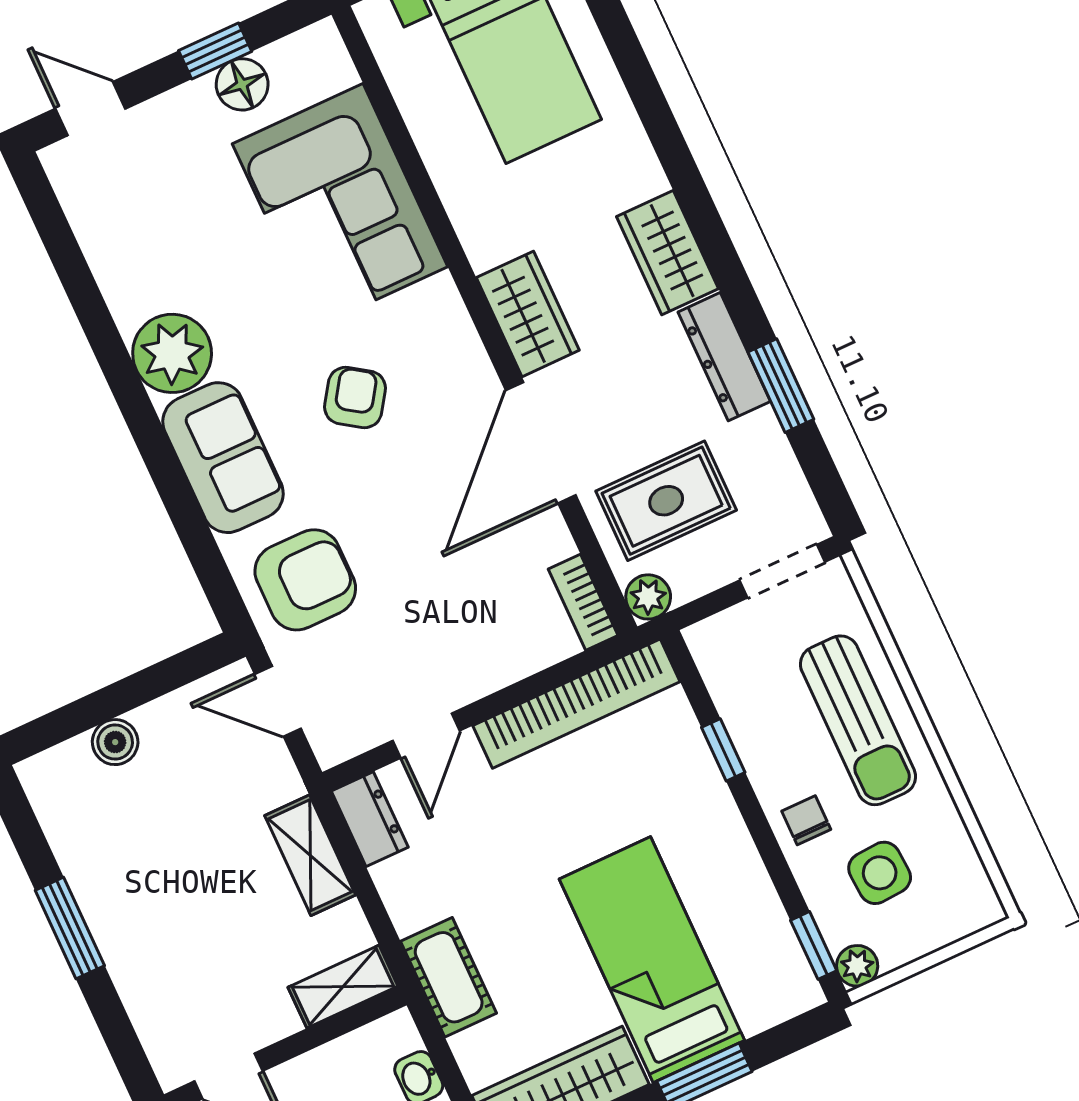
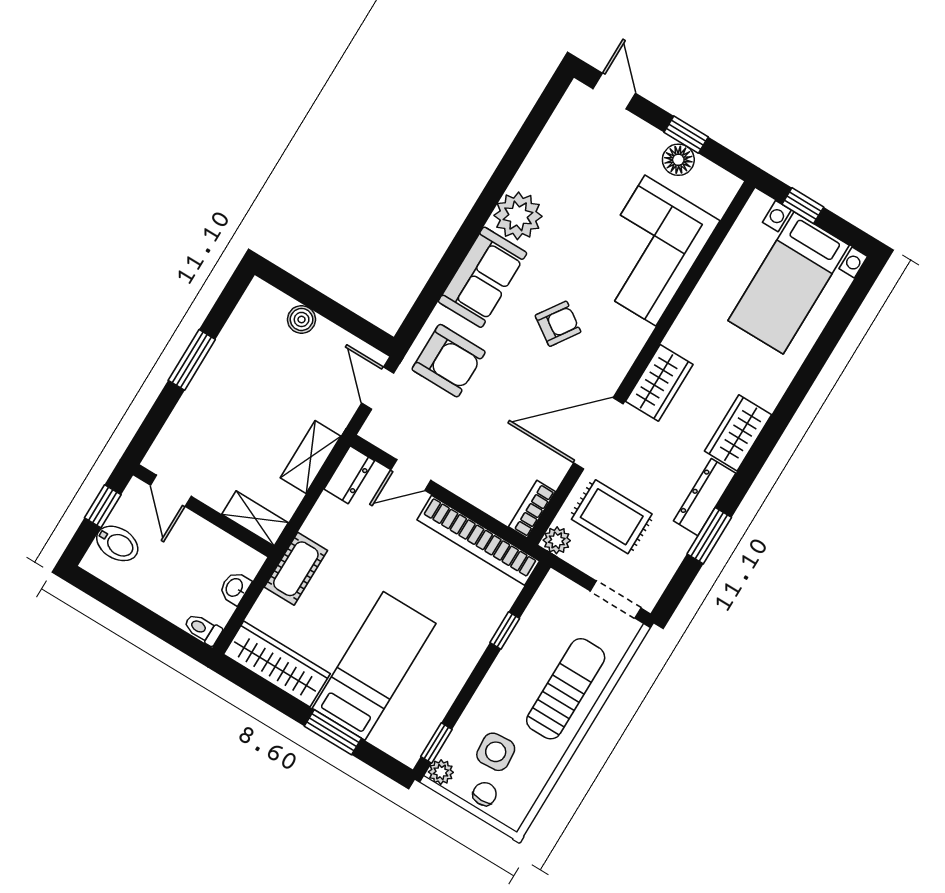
sun lounger: (858, 720) -> (566, 689), turned 180
chair: (806, 820) -> (485, 794), moved

